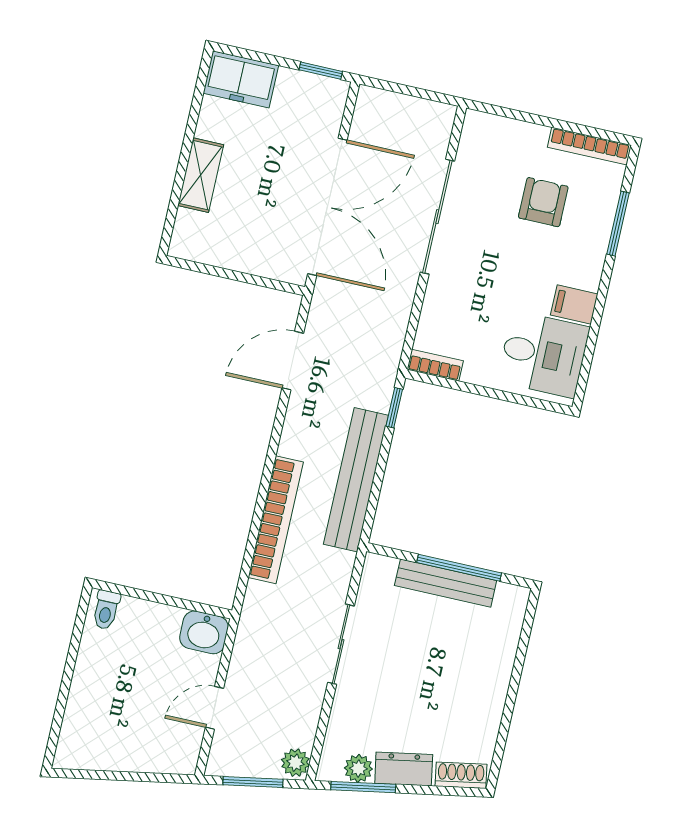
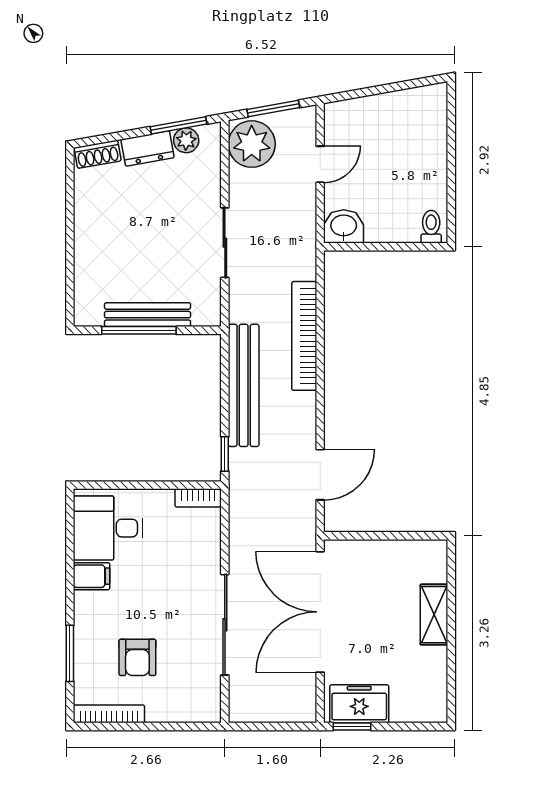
freezer: (241, 79) -> (359, 704), moved
plant: (295, 763) -> (252, 144), width x1.87, depth x1.87

